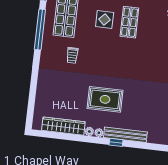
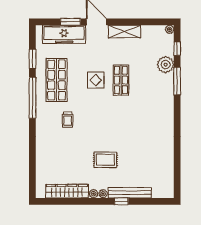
rug: (105, 99) -> (105, 160), width x0.73, depth x0.70

